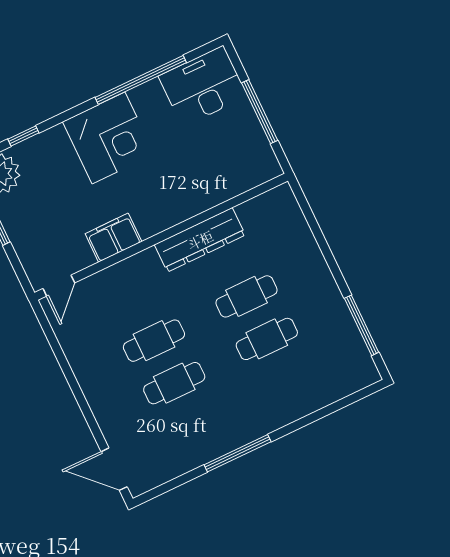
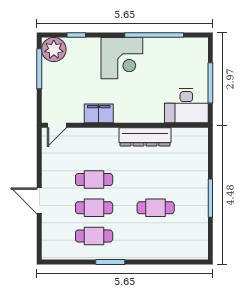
desk: (203, 86) -> (186, 106), moved, turned 180
cafe table: (247, 296) -> (94, 236), moved
window: (361, 325) -> (210, 198), moved
window: (238, 453) -> (110, 262), width x0.69
door: (114, 469) -> (39, 201), moved

